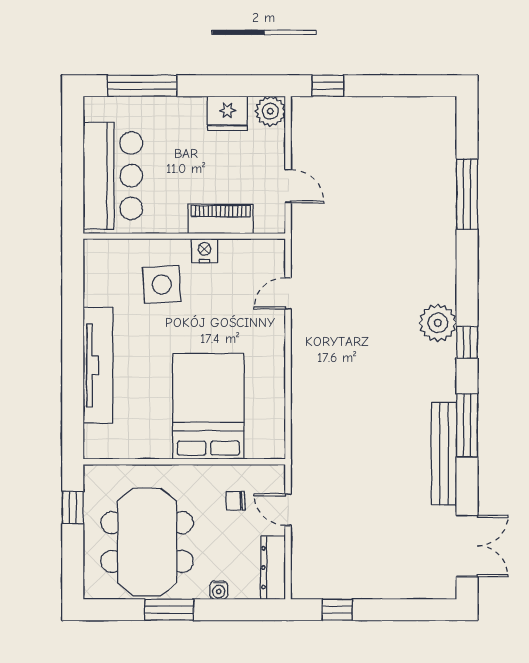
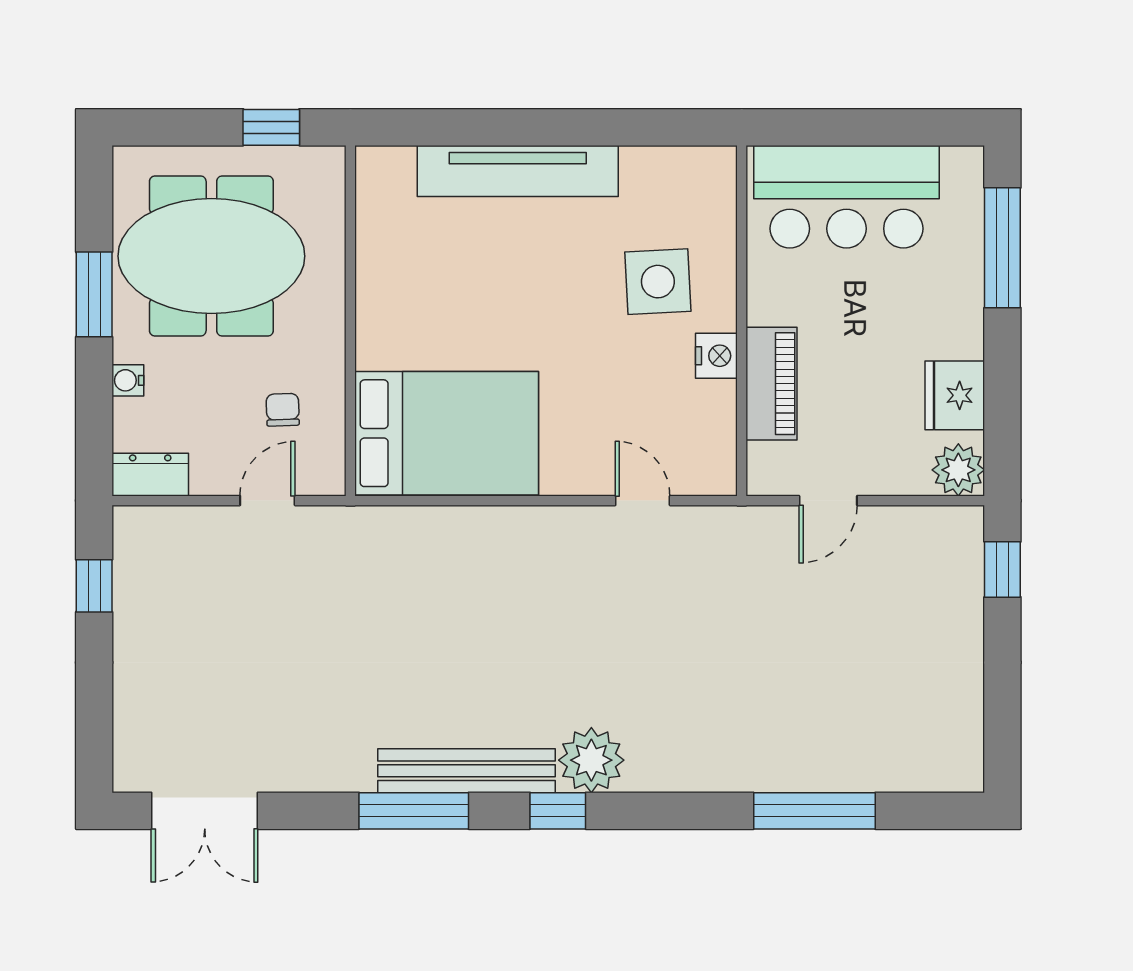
bed: (208, 406) -> (447, 433), moved
bench: (444, 454) -> (466, 771), moved
dresser: (273, 568) -> (150, 475), width x0.70

